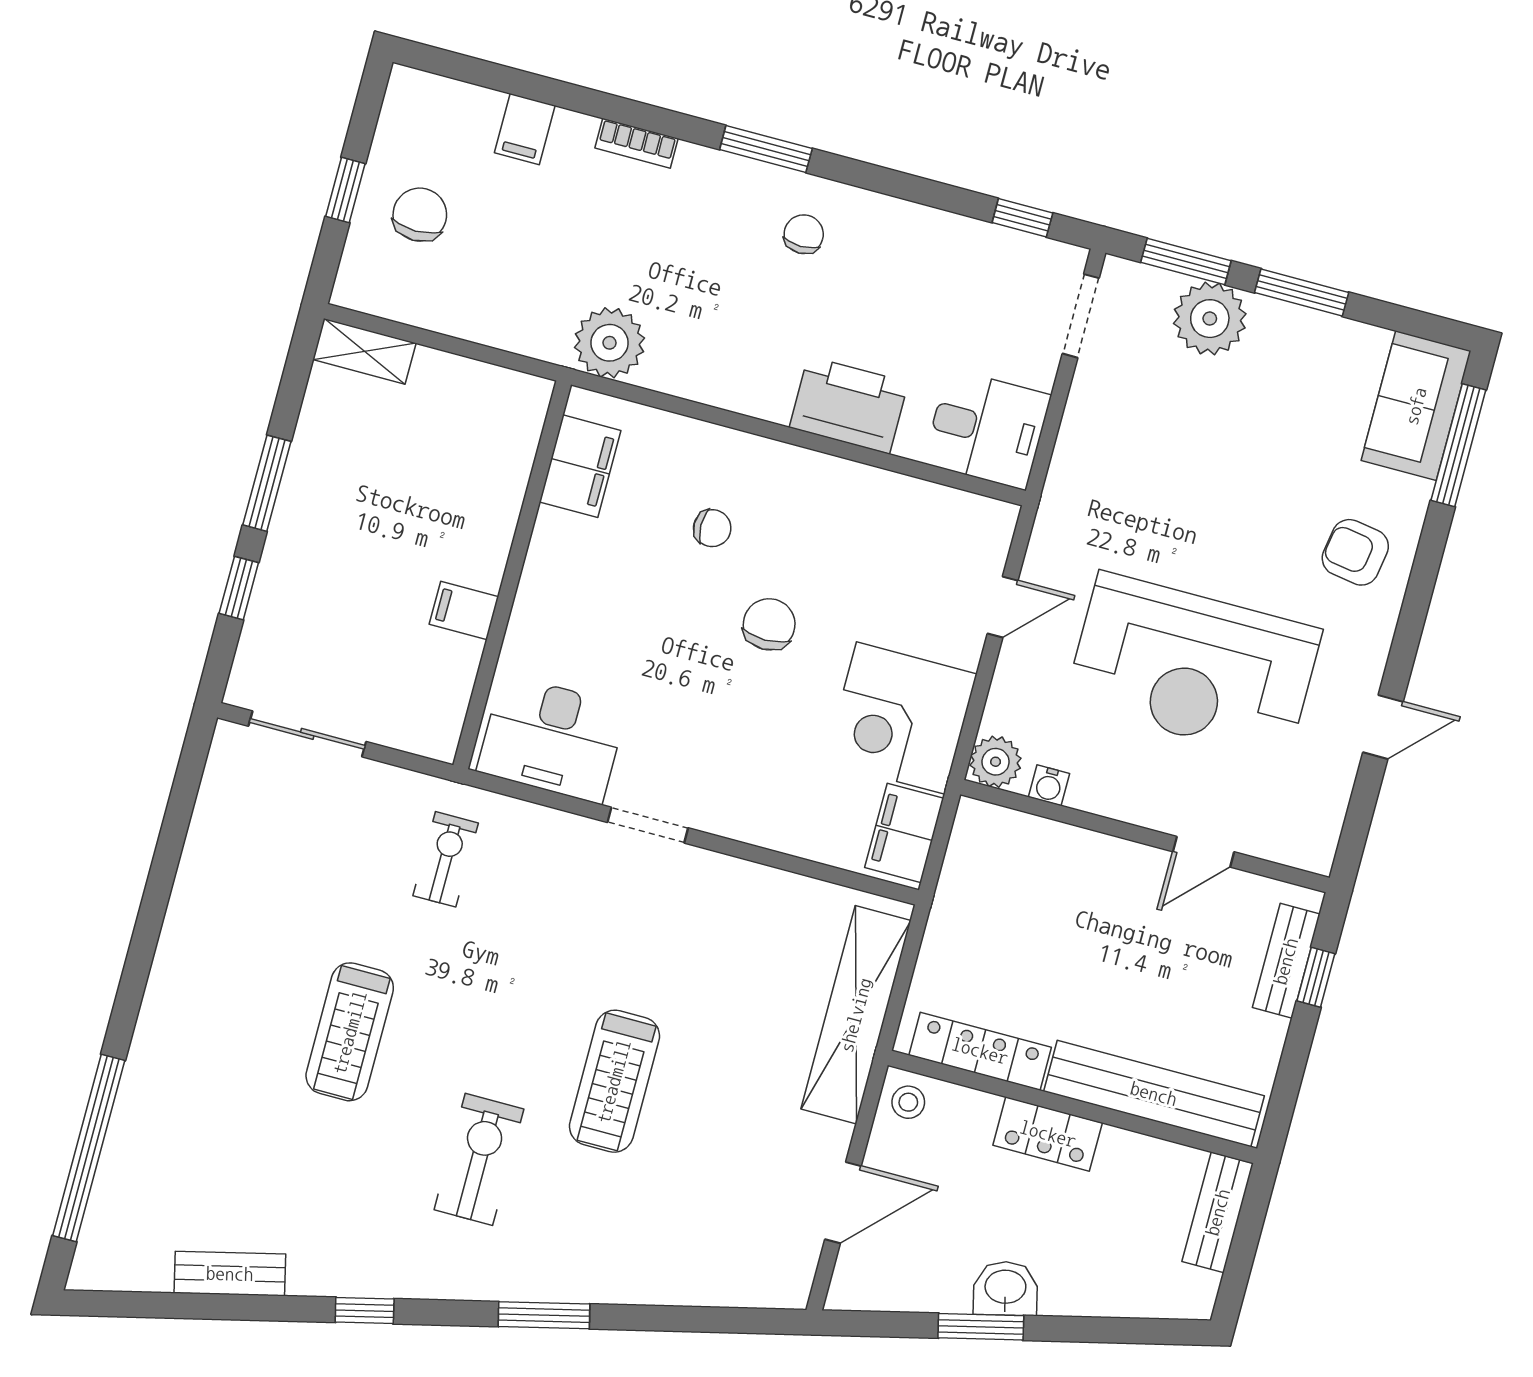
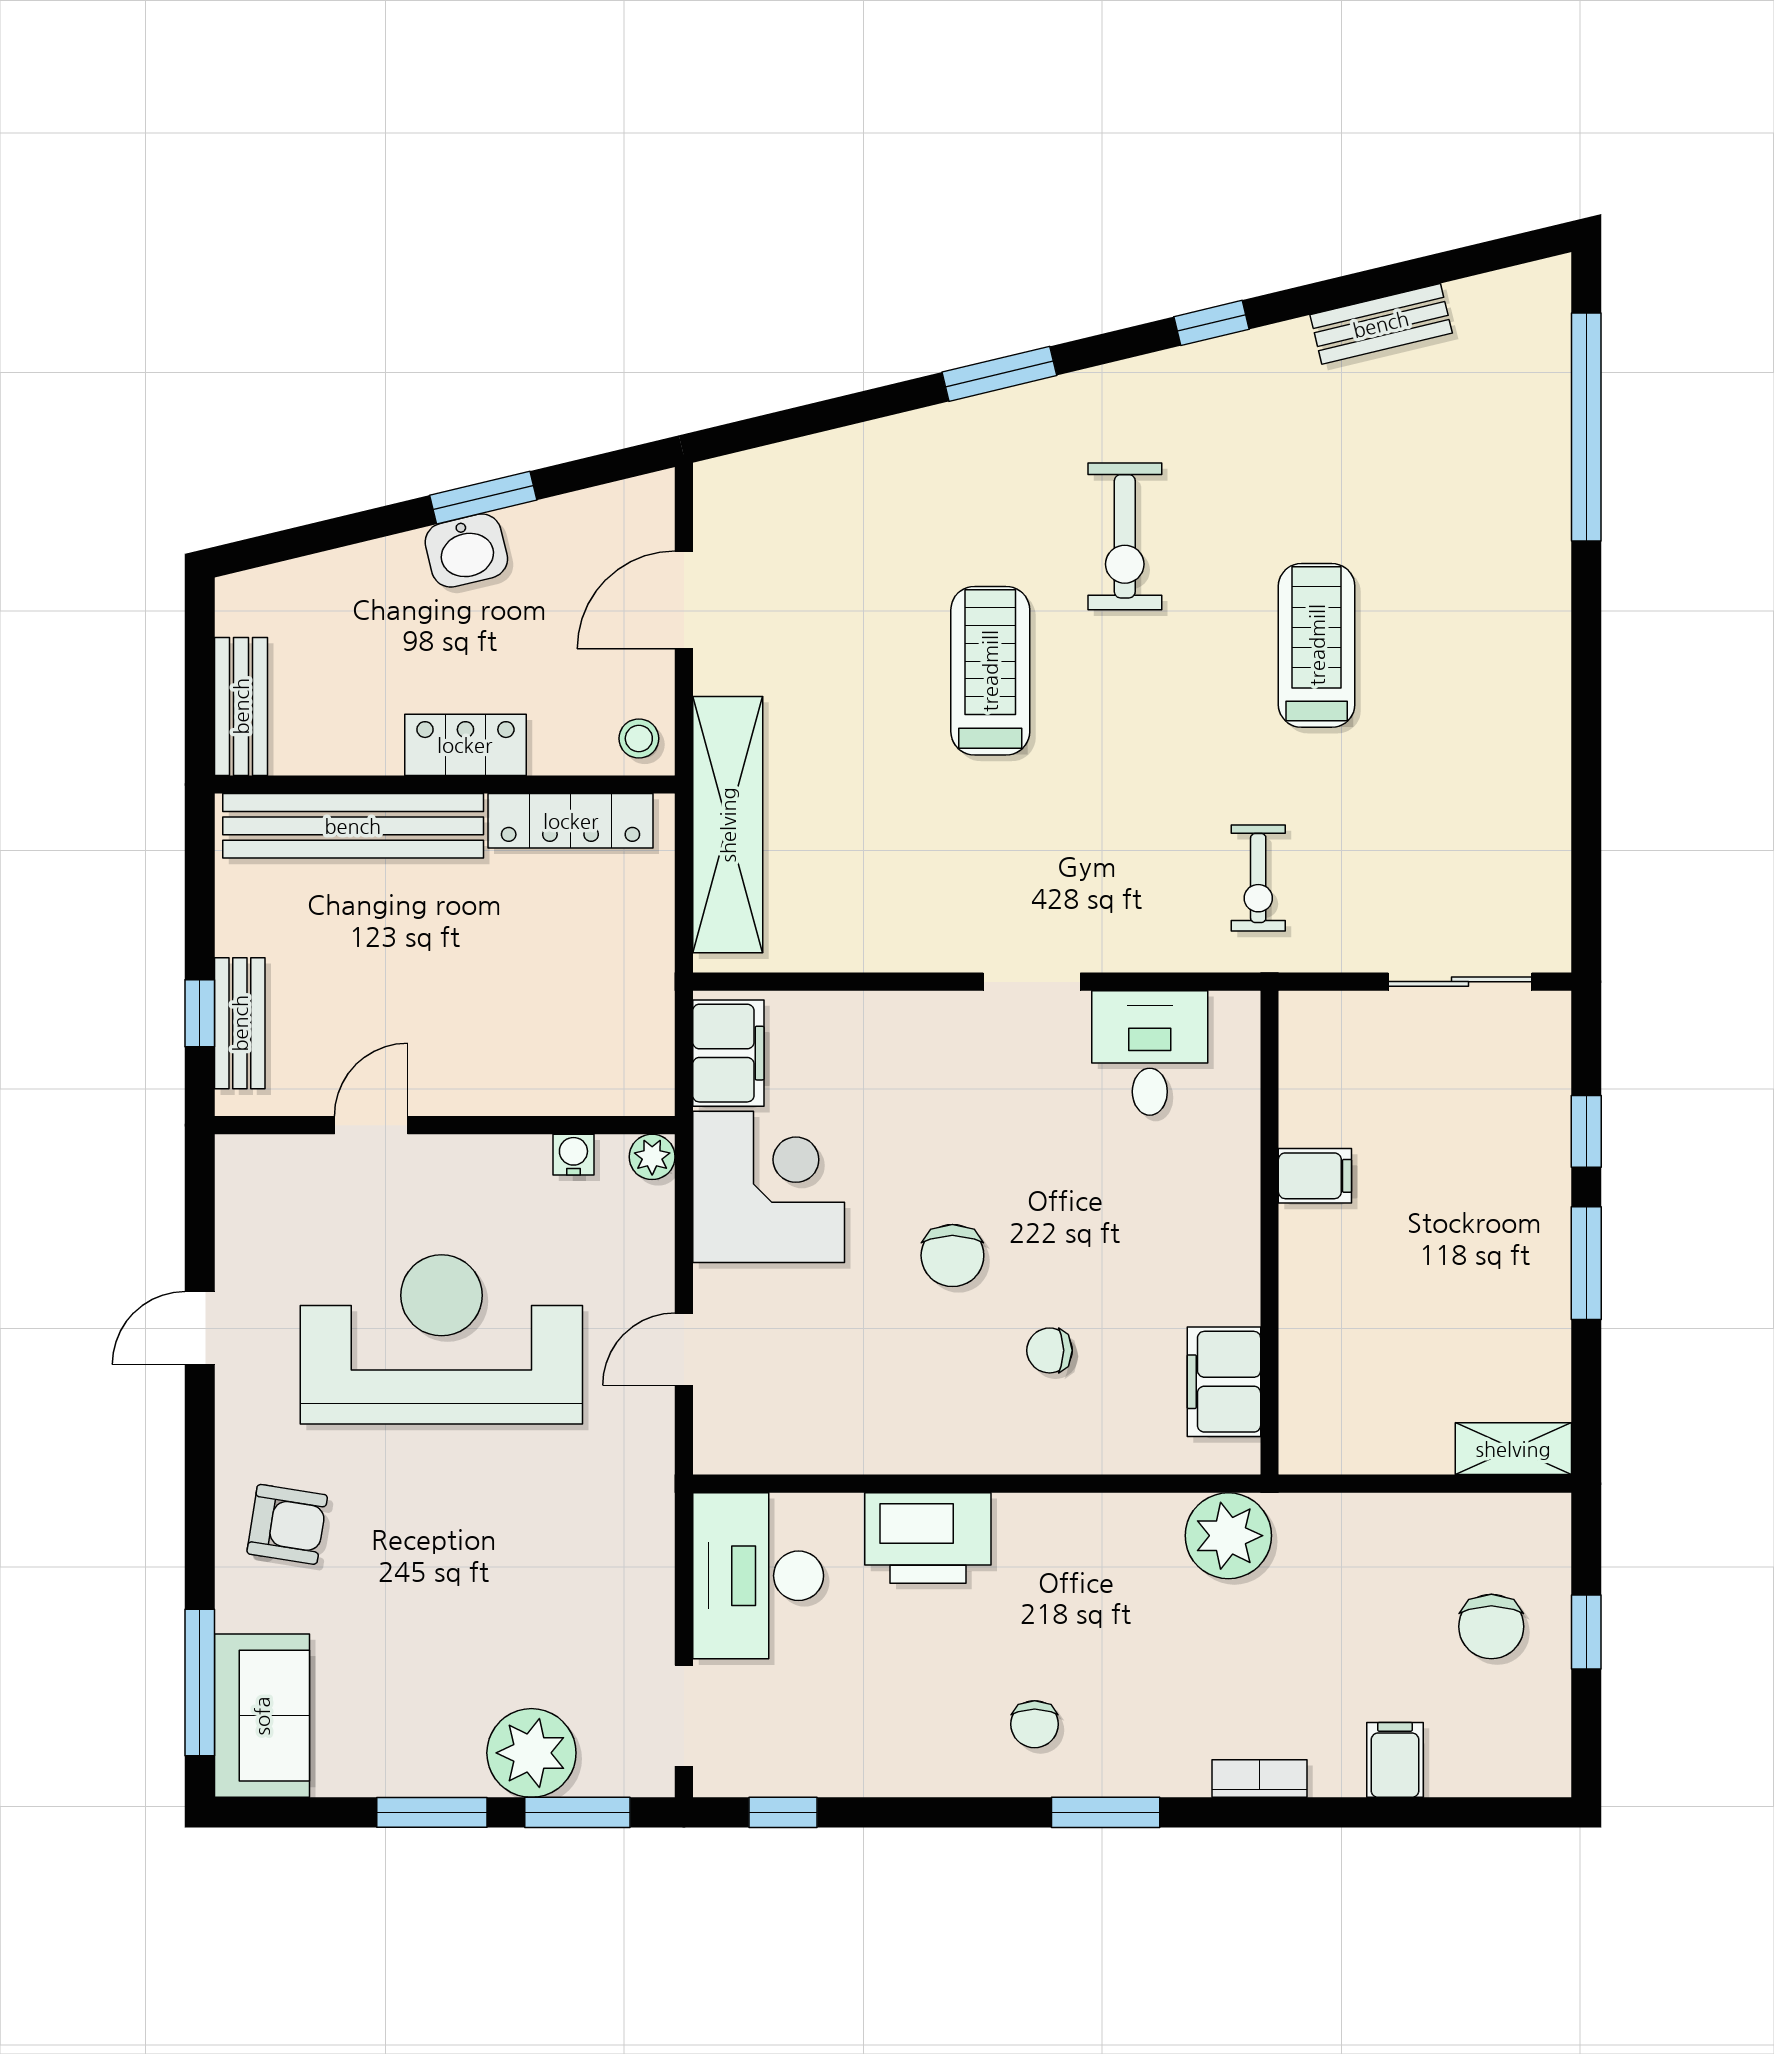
desk: (987, 429) -> (758, 1576), width x1.37
desk: (552, 739) -> (1150, 1053), width x0.73
plant: (996, 762) -> (652, 1157), width x0.73, depth x0.73

